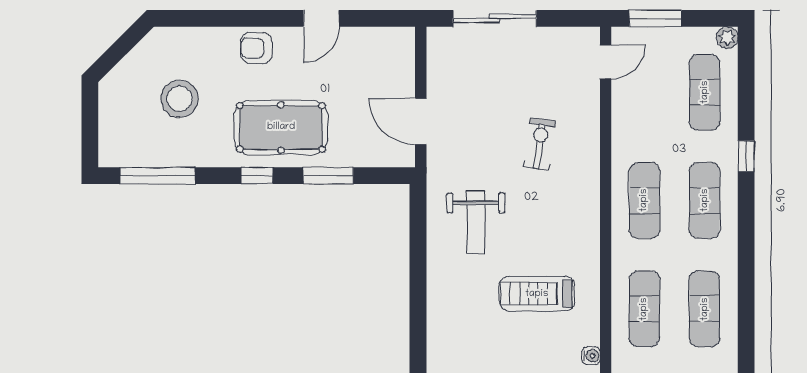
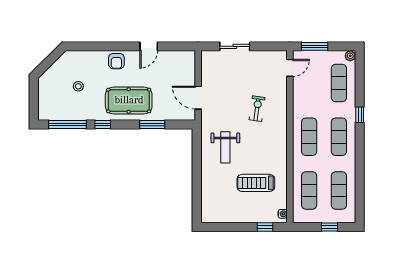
sliding door: (495, 18) -> (235, 46), width x0.73
armchair: (256, 48) -> (116, 61), turned -90
stool: (180, 99) -> (78, 86), width x0.53, depth x0.53
window: (257, 176) -> (103, 124), moved

